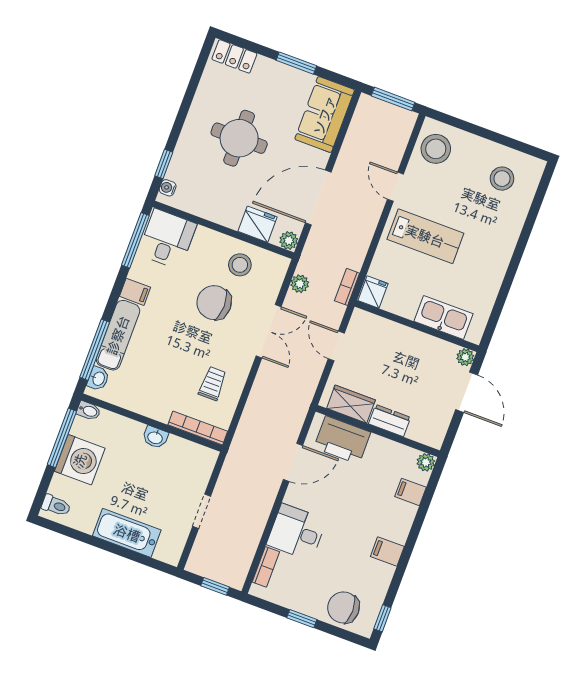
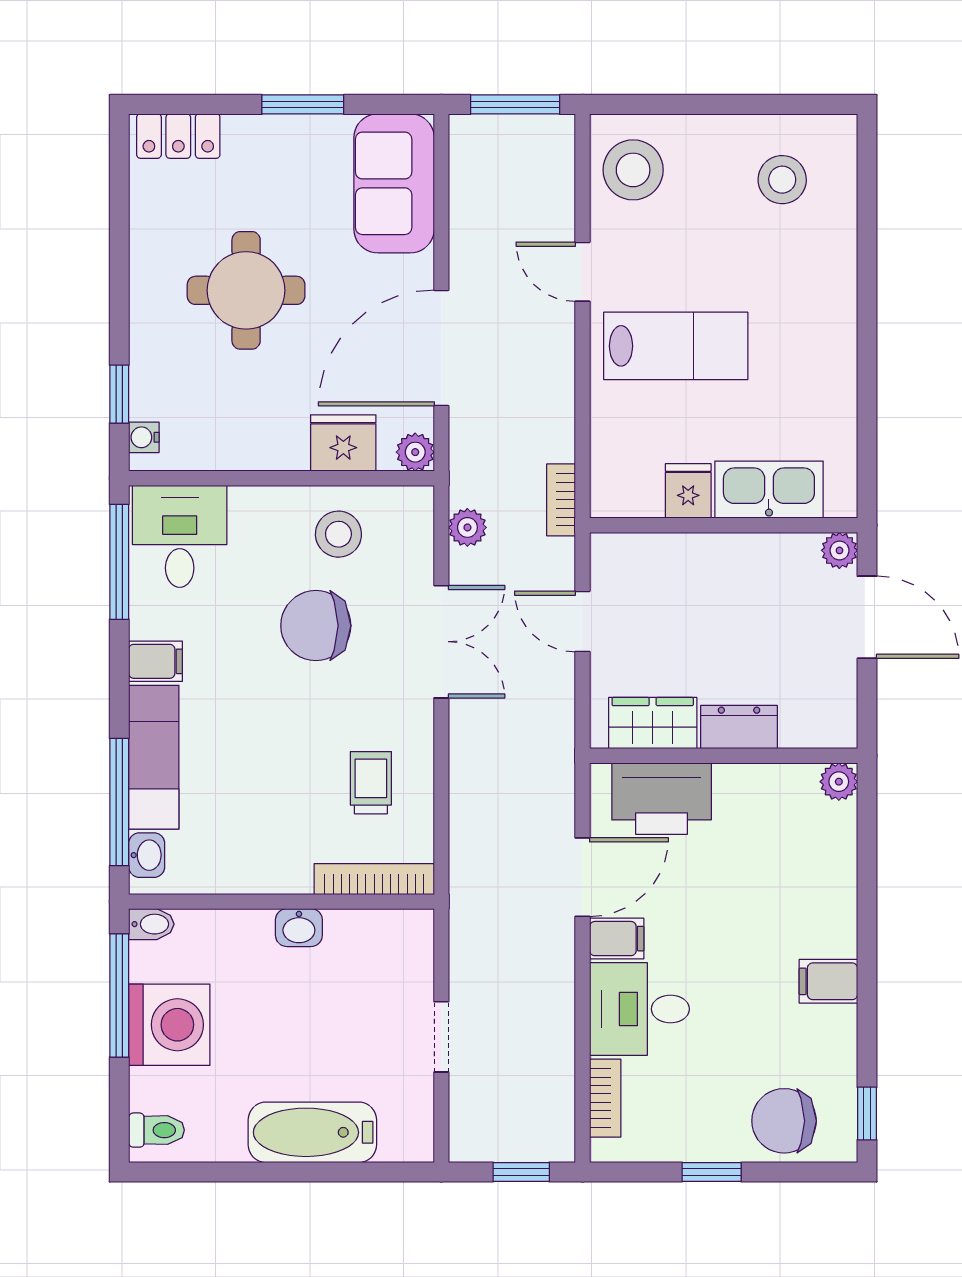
fridge: (373, 292) -> (688, 491), moved
filing cabinet: (411, 492) -> (617, 939), moved, turned 180

